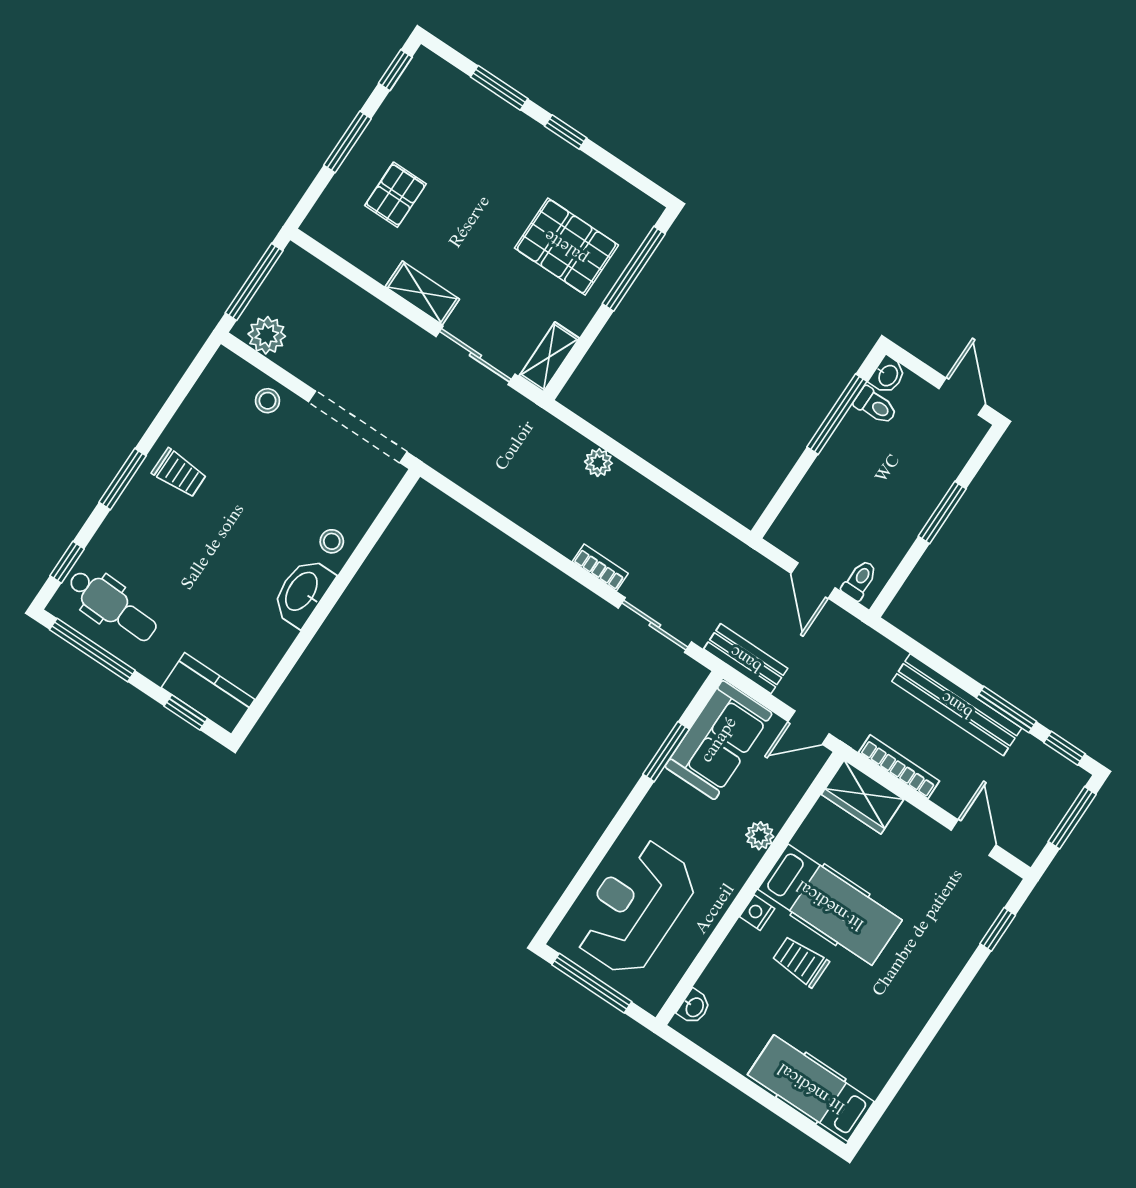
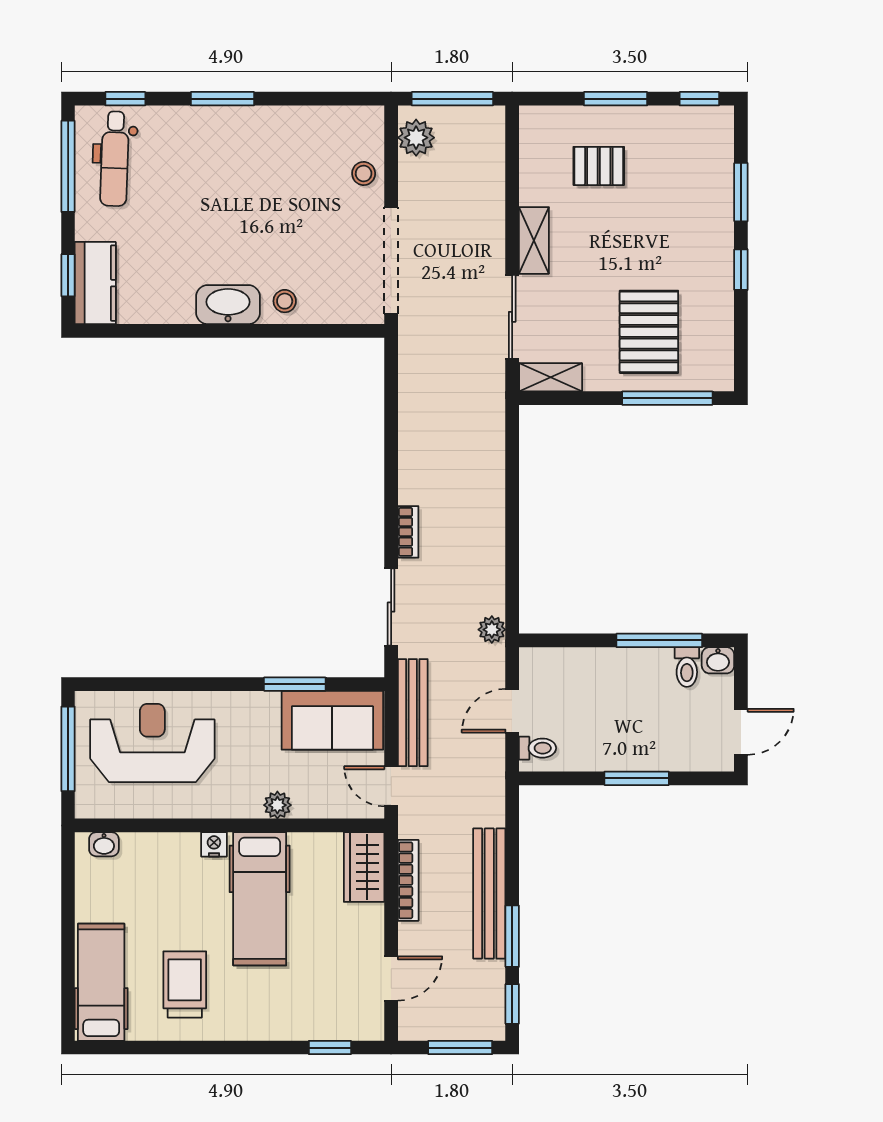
plant: (598, 463) -> (492, 630), moved
trolley: (179, 473) -> (257, 141), removed
bench: (746, 659) -> (413, 713), width x1.36
trolley: (801, 961) -> (185, 984), moved, width x1.36, depth x1.39

